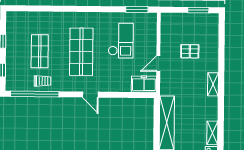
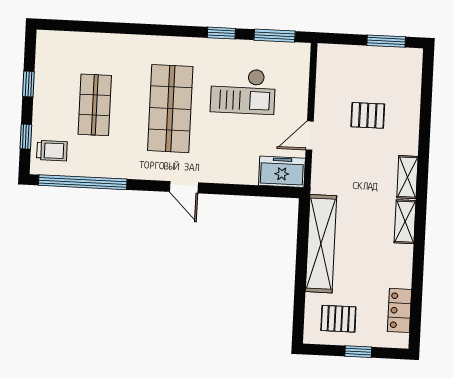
window: (108, 9) -> (221, 33), added
checkout: (121, 41) -> (243, 91), turned 90
trolley: (43, 81) -> (52, 151), moved
shelving: (212, 133) -> (405, 222), moved

